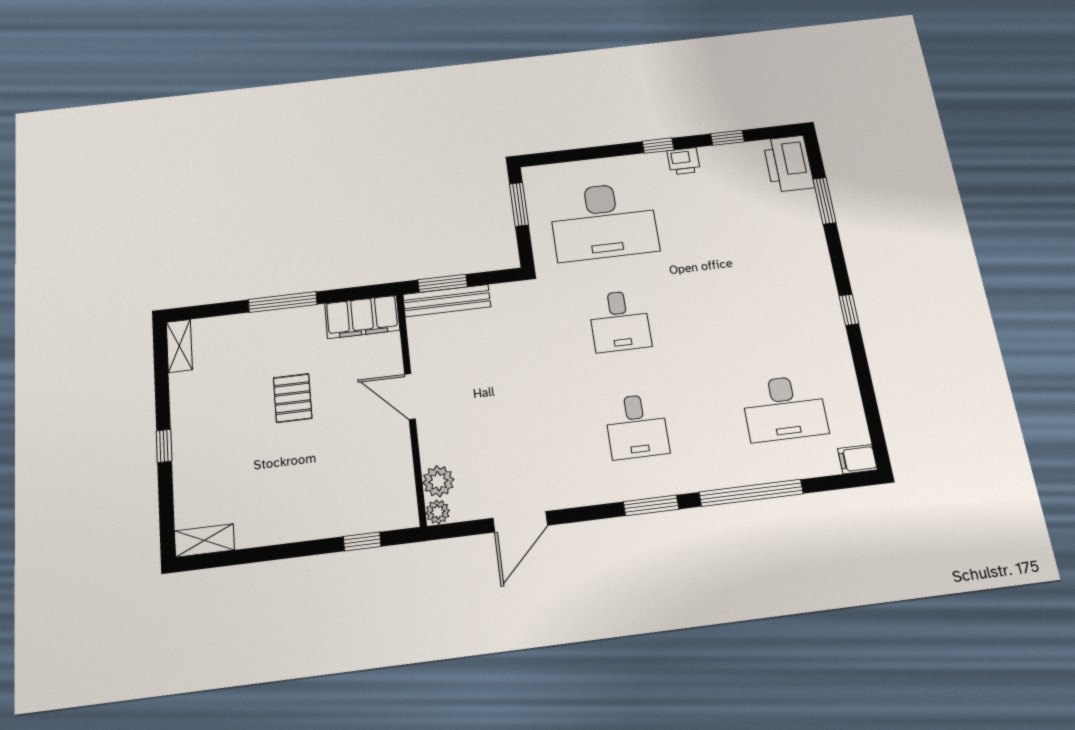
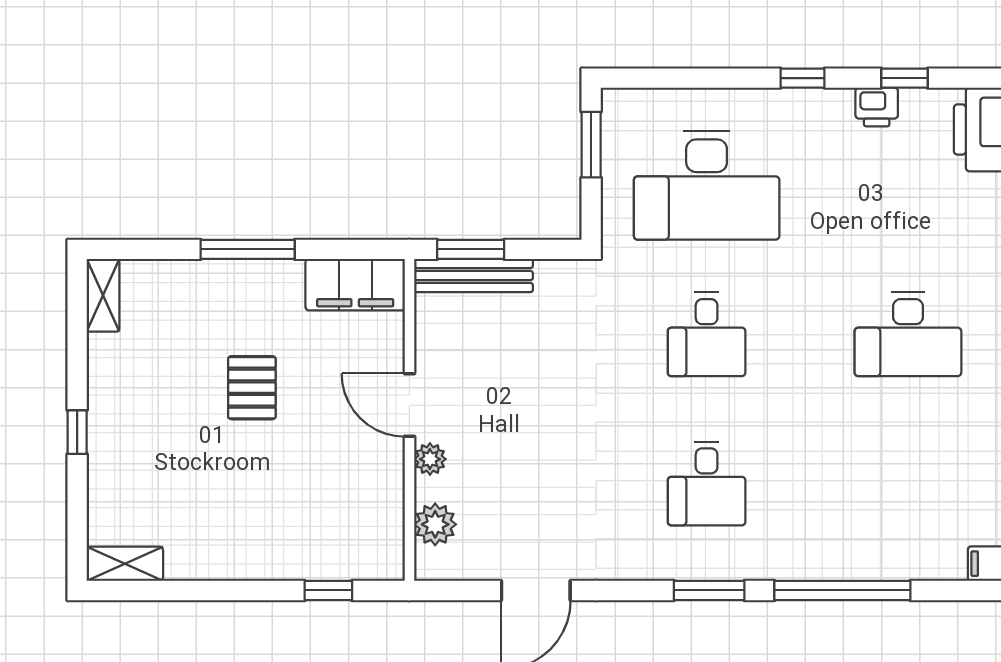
printer: (684, 161) -> (877, 107), moved
desk: (784, 408) -> (908, 334), moved
plant: (438, 512) -> (430, 459), moved

